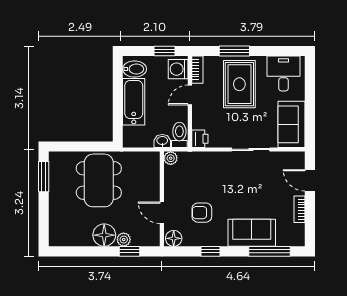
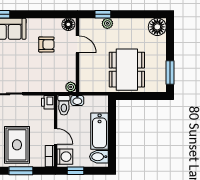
door: (190, 95) -> (56, 136), hinge flipped
floor lamp: (104, 235) -> (157, 27), moved
window: (210, 251) -> (40, 14), removed

